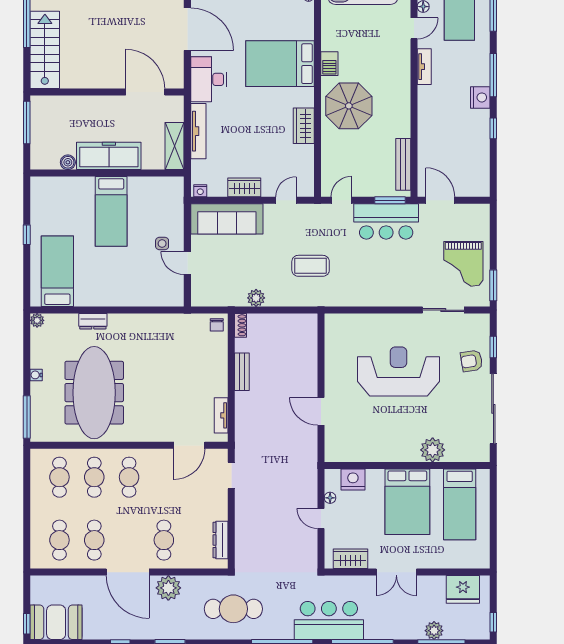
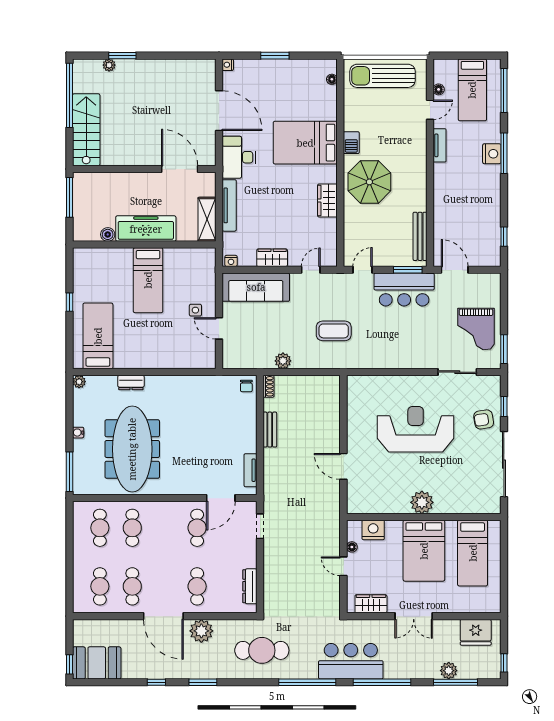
nightstand: (480, 97) -> (492, 154), moved
window: (493, 128) -> (504, 237), moved
plant: (433, 450) -> (422, 502), moved
cafe table: (129, 477) -> (197, 528), moved

